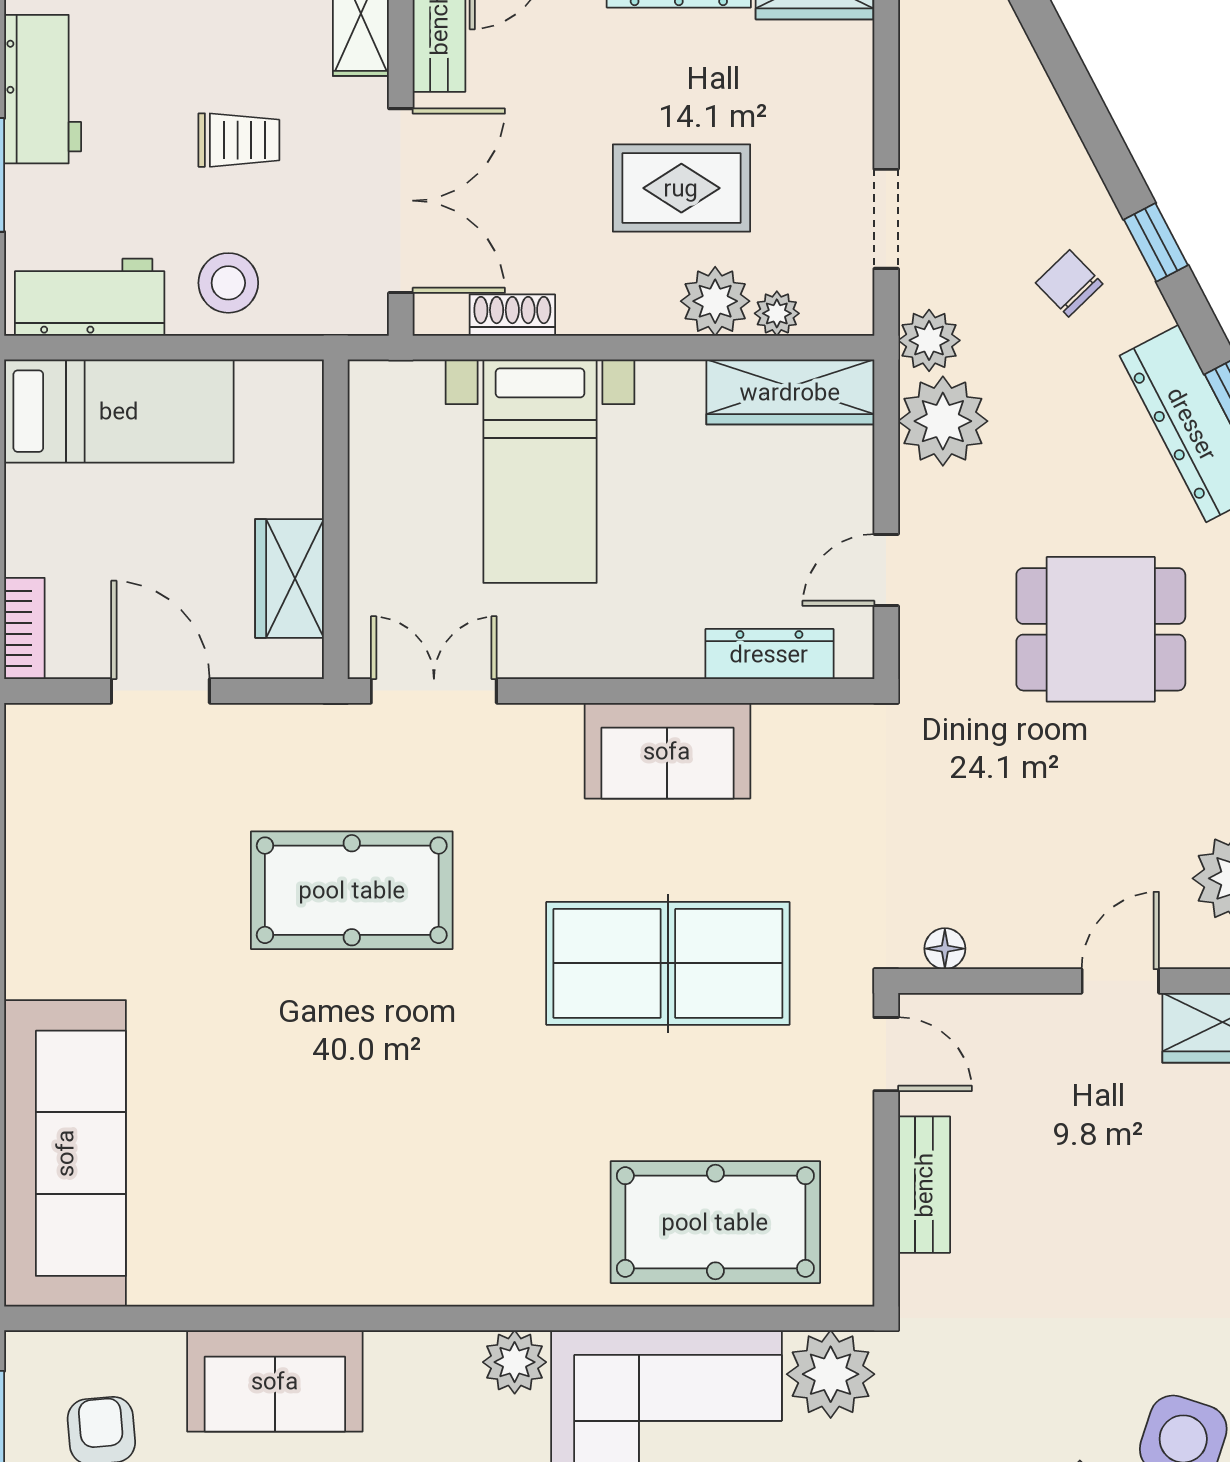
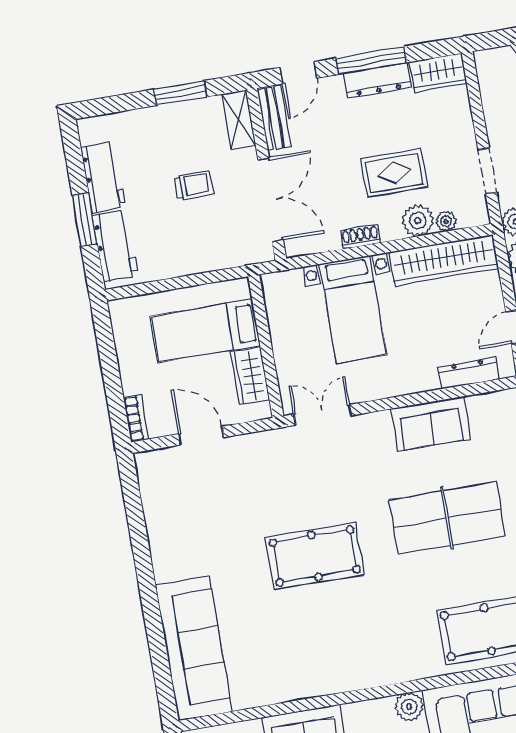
stool: (228, 283) -> (200, 249), removed
workbench: (90, 297) -> (115, 246), moved, turned 90
shoe rack: (512, 315) -> (360, 237), moved
wardrobe: (790, 392) -> (444, 260), width x1.40, depth x1.17
bed: (119, 411) -> (205, 331), moved, turned 180
pool table: (352, 890) -> (315, 556), moved

